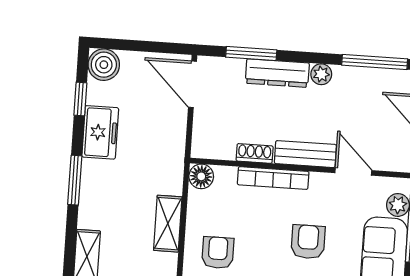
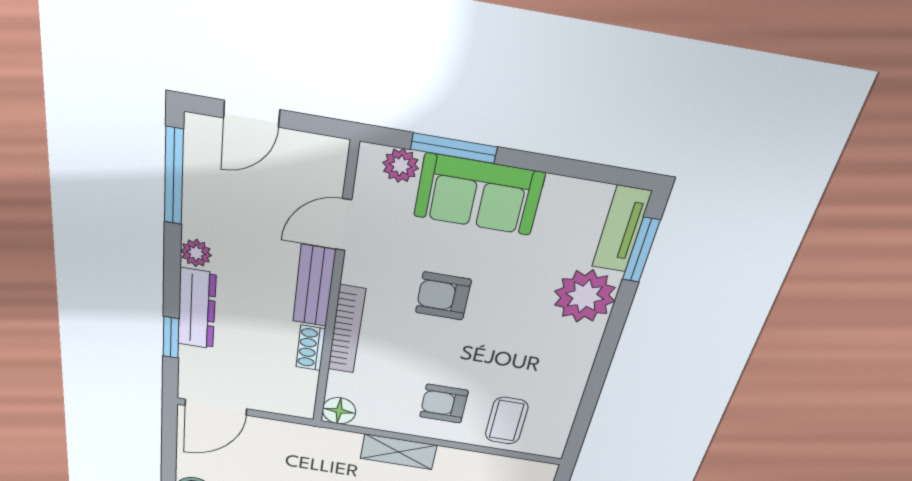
window: (251, 54) -> (171, 337), width x0.67

